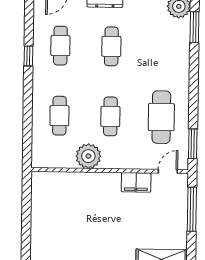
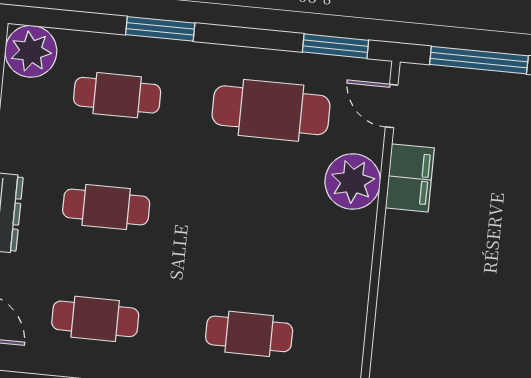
window: (194, 27) -> (160, 29), moved
cafe table: (110, 116) -> (117, 95), moved
plant: (88, 156) -> (353, 181), moved

